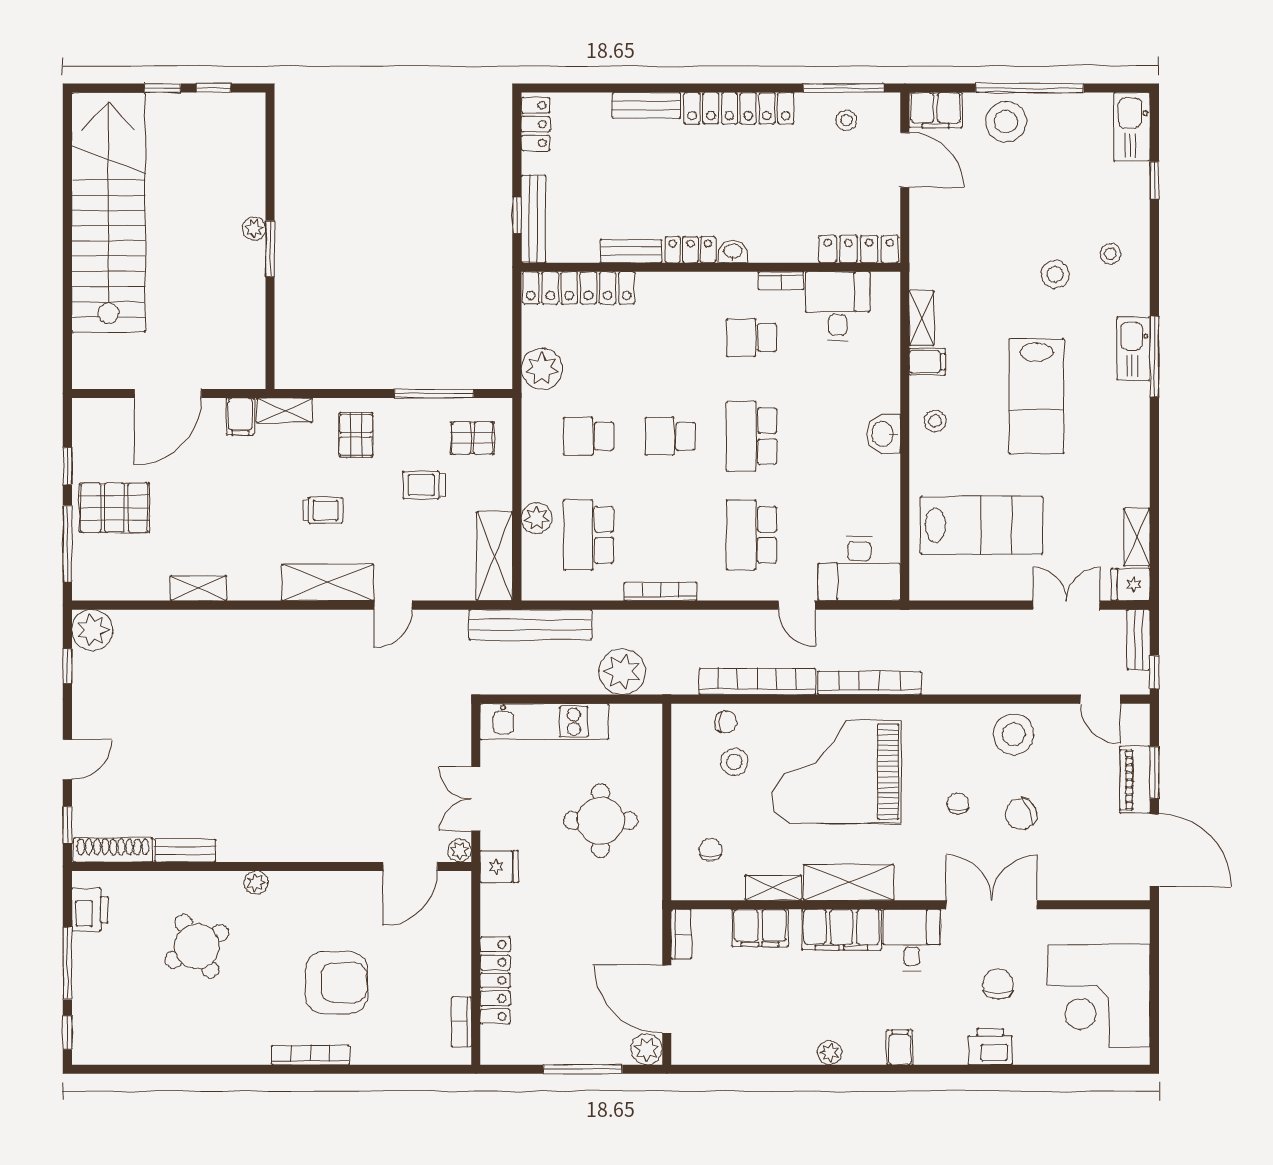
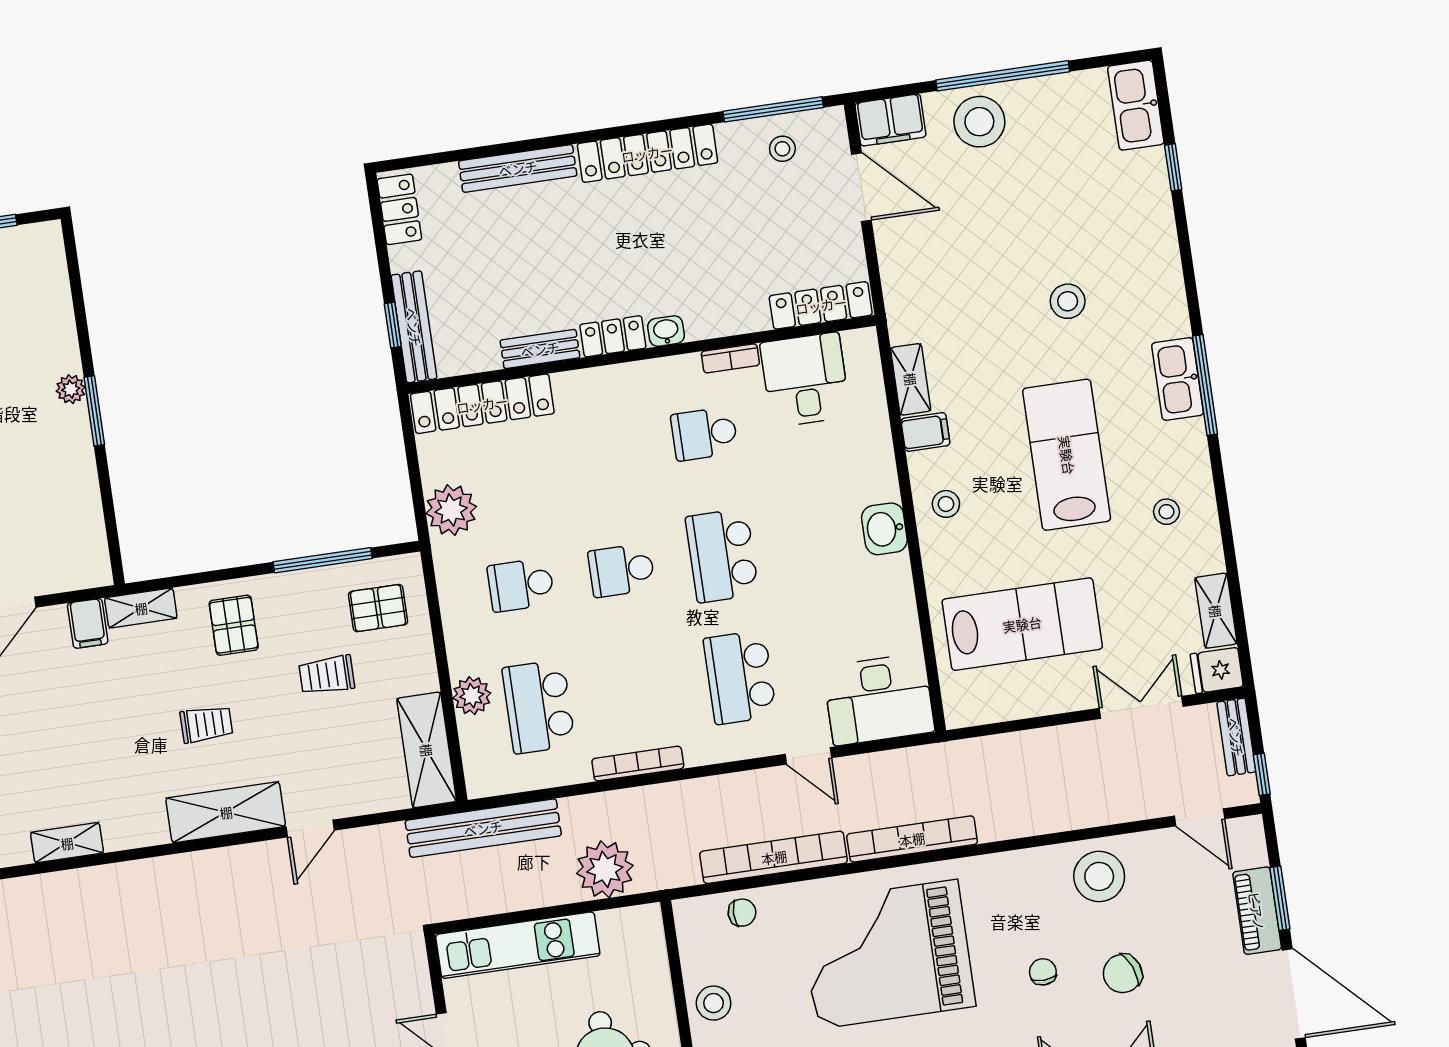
bench: (646, 105) -> (518, 168), width x1.36
stool: (1110, 254) -> (1166, 512), moved
lab bench: (1036, 396) -> (1067, 455), turned 180
stool: (734, 762) -> (714, 1003), moved

